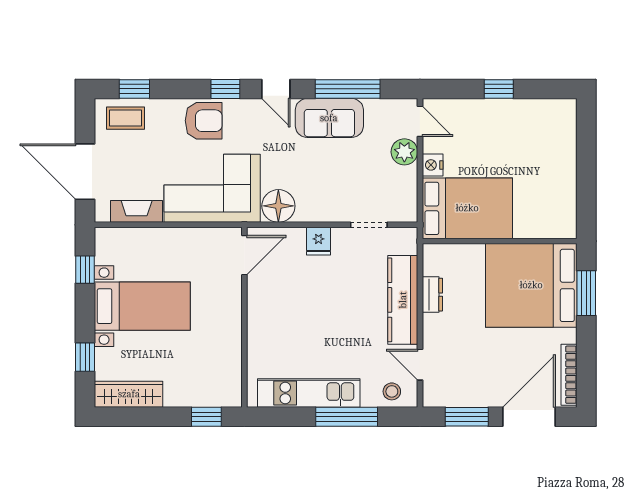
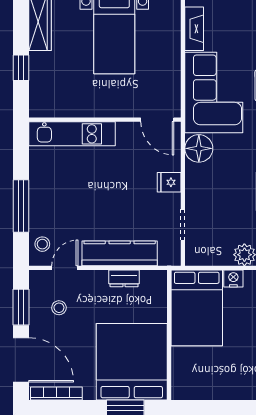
stool: (467, 372) -> (59, 308), added
kitchen unit: (309, 393) -> (72, 134), moved, turned 90
window: (206, 417) -> (21, 68), moved

